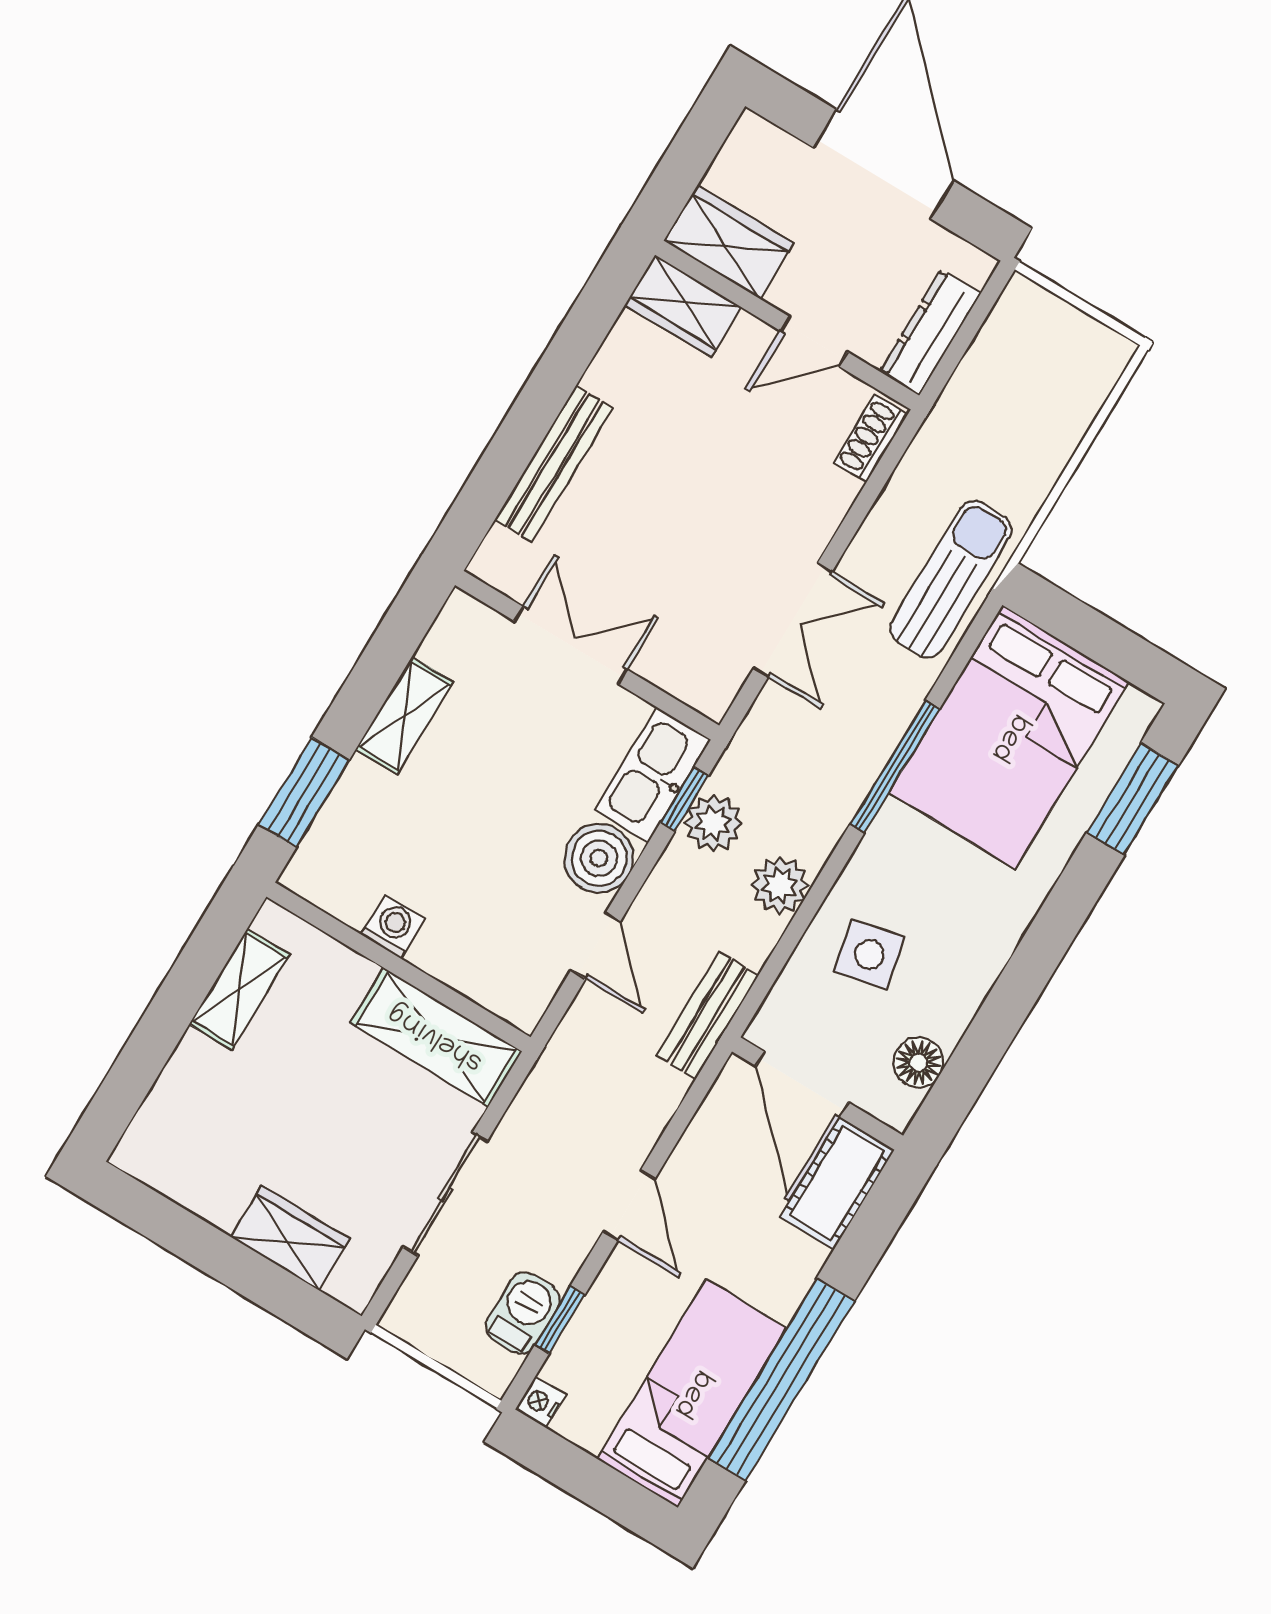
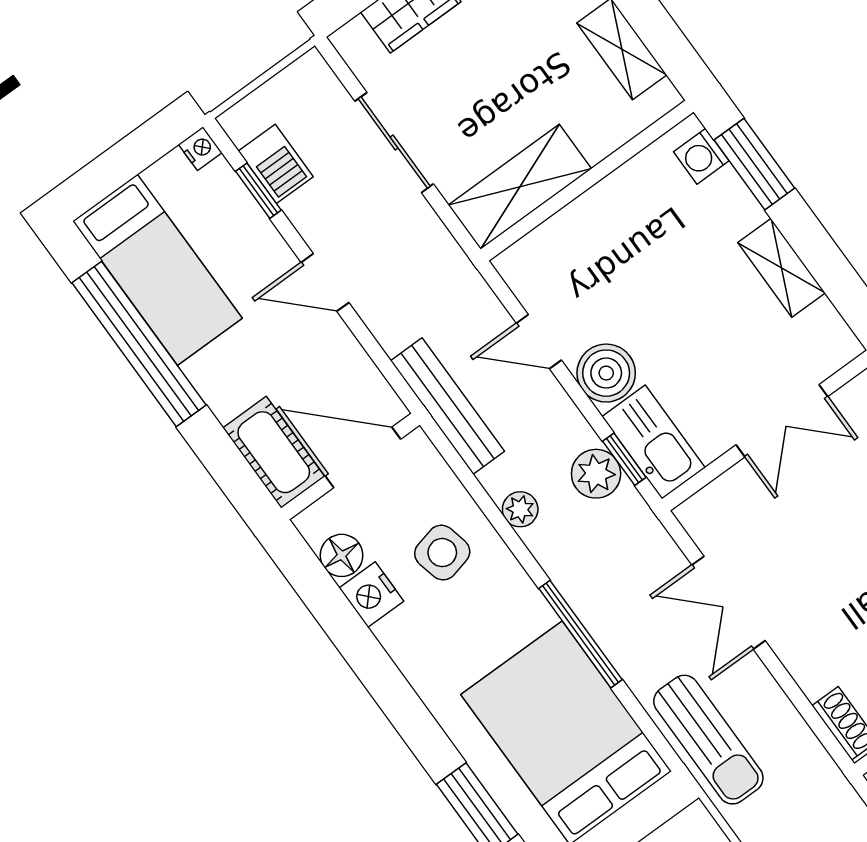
plant: (780, 885) -> (520, 509), width x0.73, depth x0.73
washing machine: (393, 926) -> (701, 156), moved, turned 90
nightstand: (947, 1012) -> (372, 594), added
bench: (707, 1016) -> (448, 406), width x1.36

